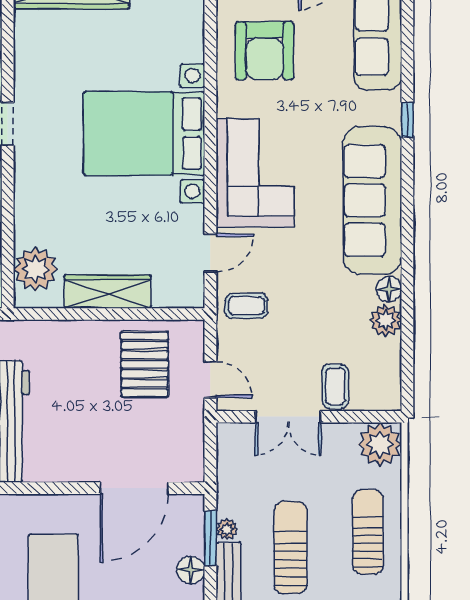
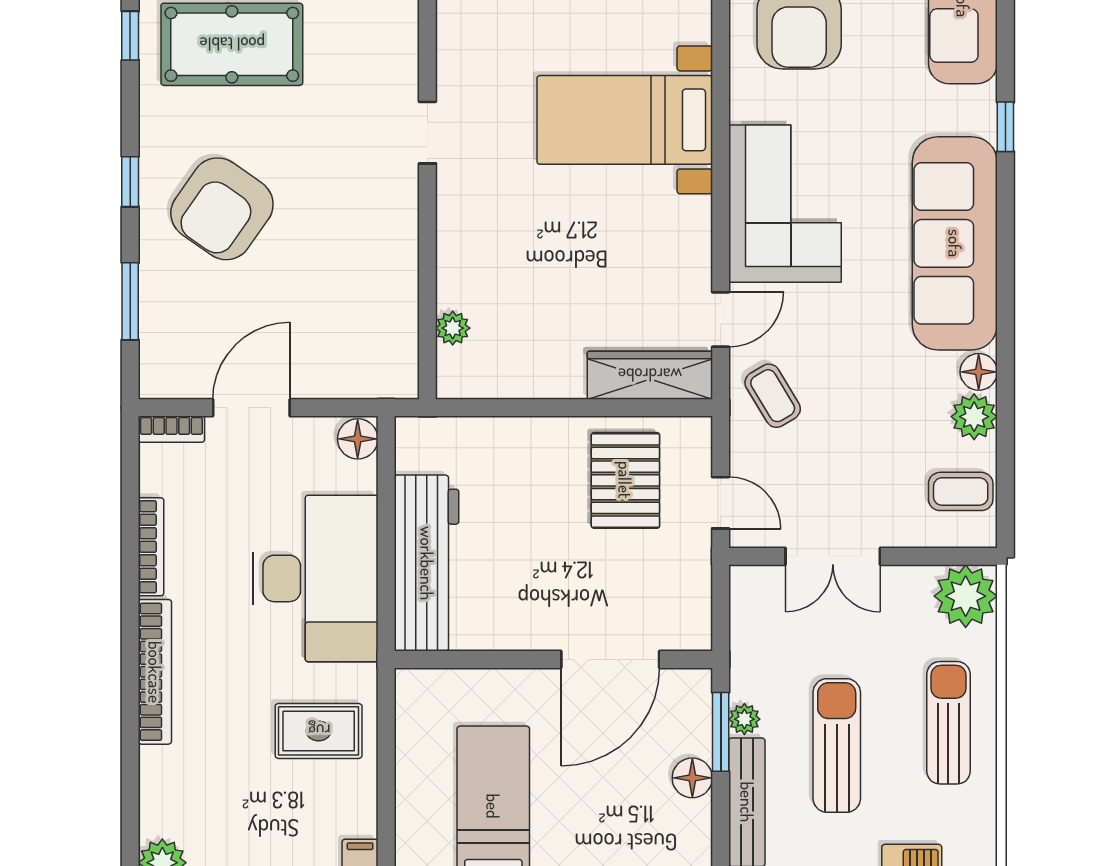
bed with nightstands: (144, 134) -> (625, 120), width x0.73
plant: (36, 269) -> (453, 328), width x0.53, depth x0.53
wardrobe: (108, 292) -> (650, 375), moved
coffee table: (246, 306) -> (773, 396), turned 59
coffee table: (335, 386) -> (961, 491), moved, turned 90

